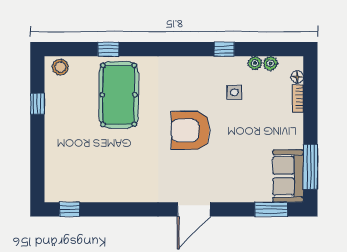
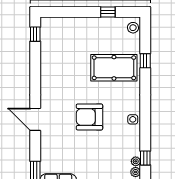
window: (224, 49) -> (145, 158), moved
side table: (234, 92) -> (133, 119), moved
armchair: (190, 130) -> (89, 117), turned -90

